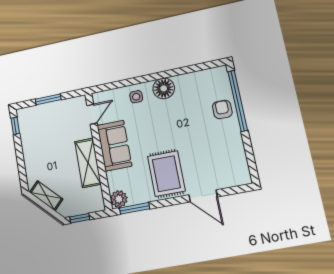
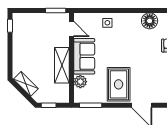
floor lamp: (164, 88) -> (150, 21), moved
window: (48, 99) -> (56, 10), moved
door: (92, 114) -> (71, 29), hinge flipped
plant: (119, 199) -> (80, 82), moved

